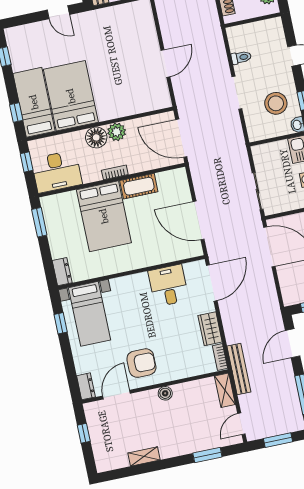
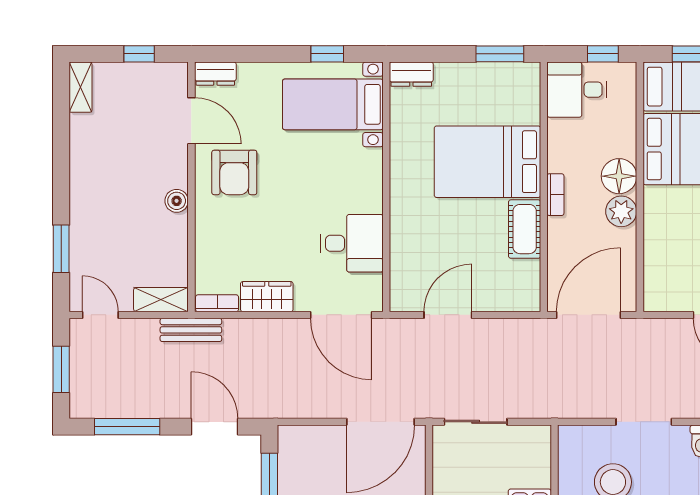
desk: (57, 172) -> (577, 90), width x0.73
door: (199, 220) -> (448, 315), width x0.73
bench: (239, 369) -> (191, 330), width x0.73
shelving: (144, 457) -> (80, 87), moved

